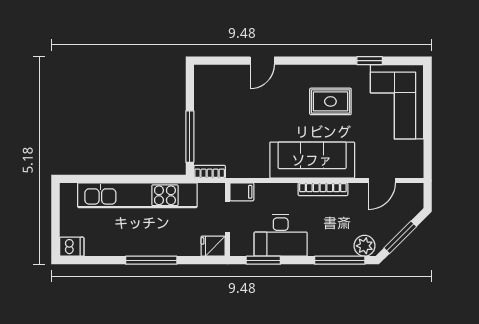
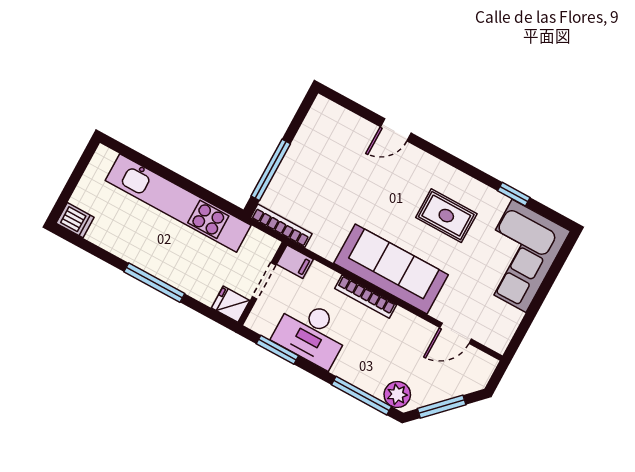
bookcase: (210, 172) -> (281, 226), width x1.56
bookcase: (323, 189) -> (366, 297), moved

